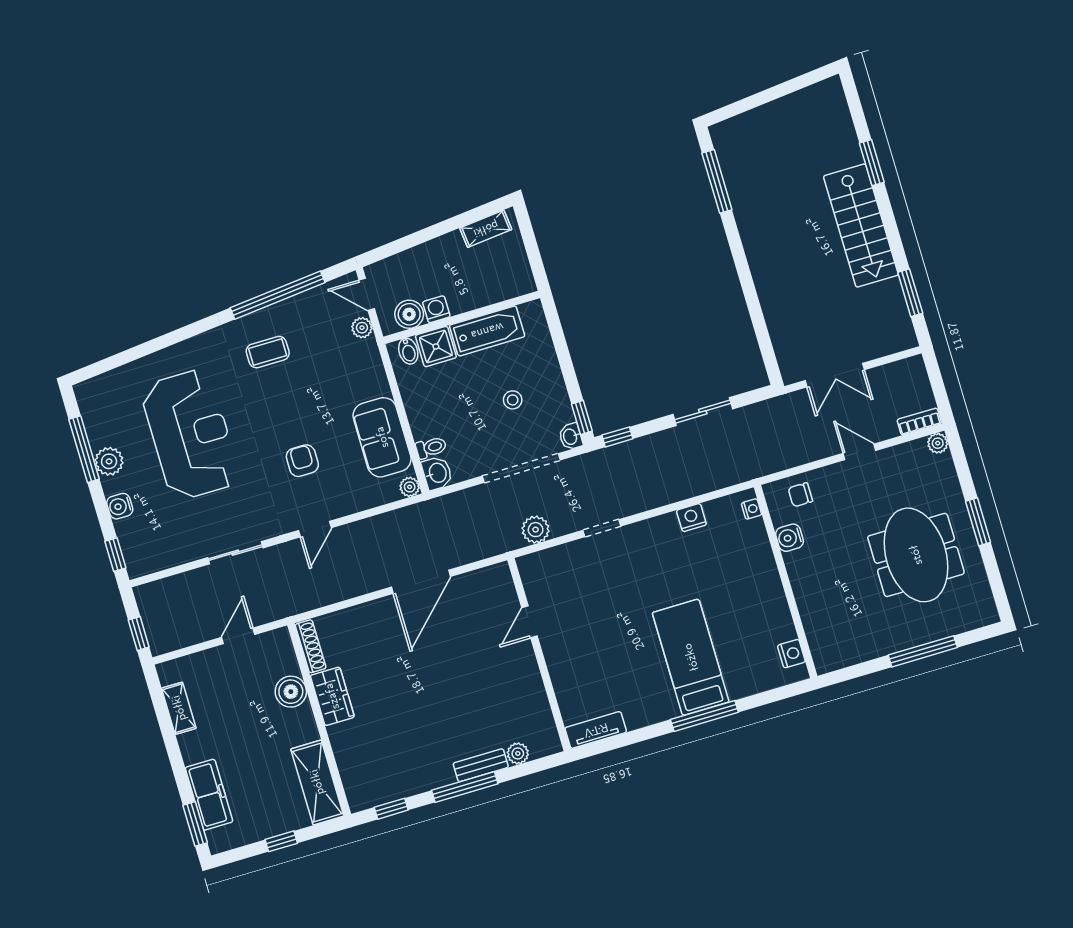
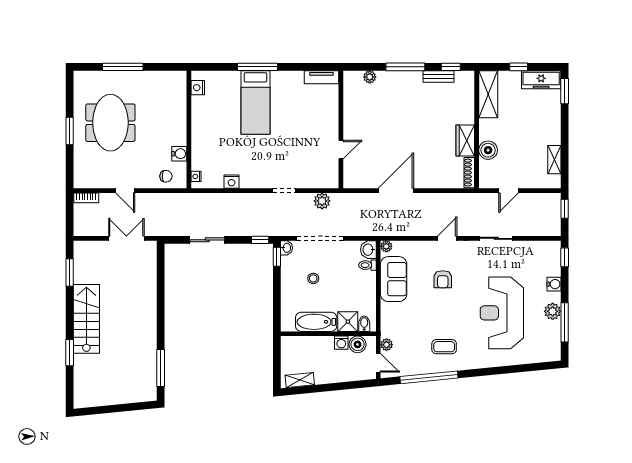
plant: (938, 443) -> (79, 182), removed
bench: (481, 765) -> (439, 77), moved
freezer: (209, 795) -> (541, 80), moved, turned -90

